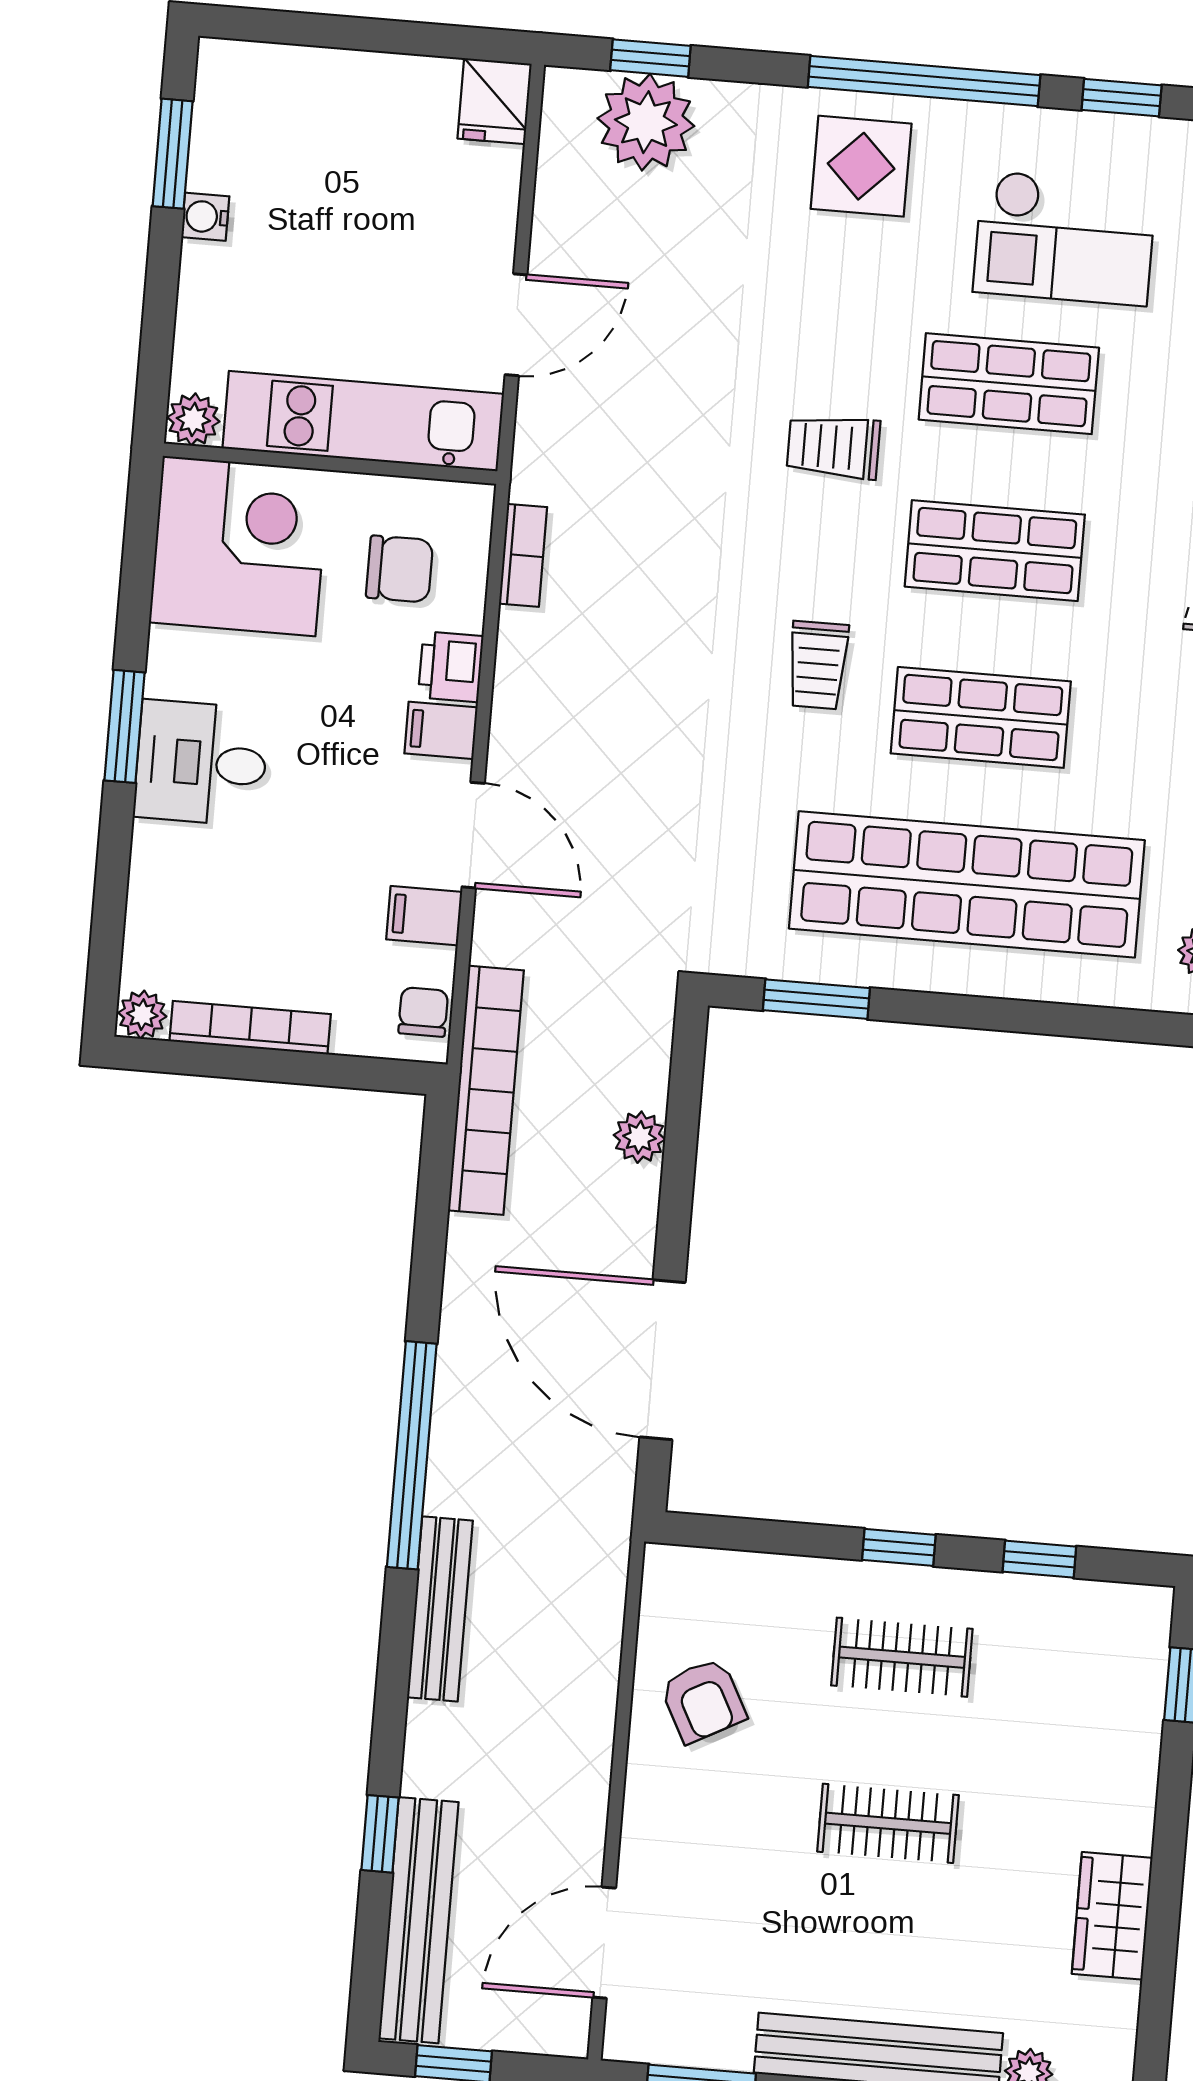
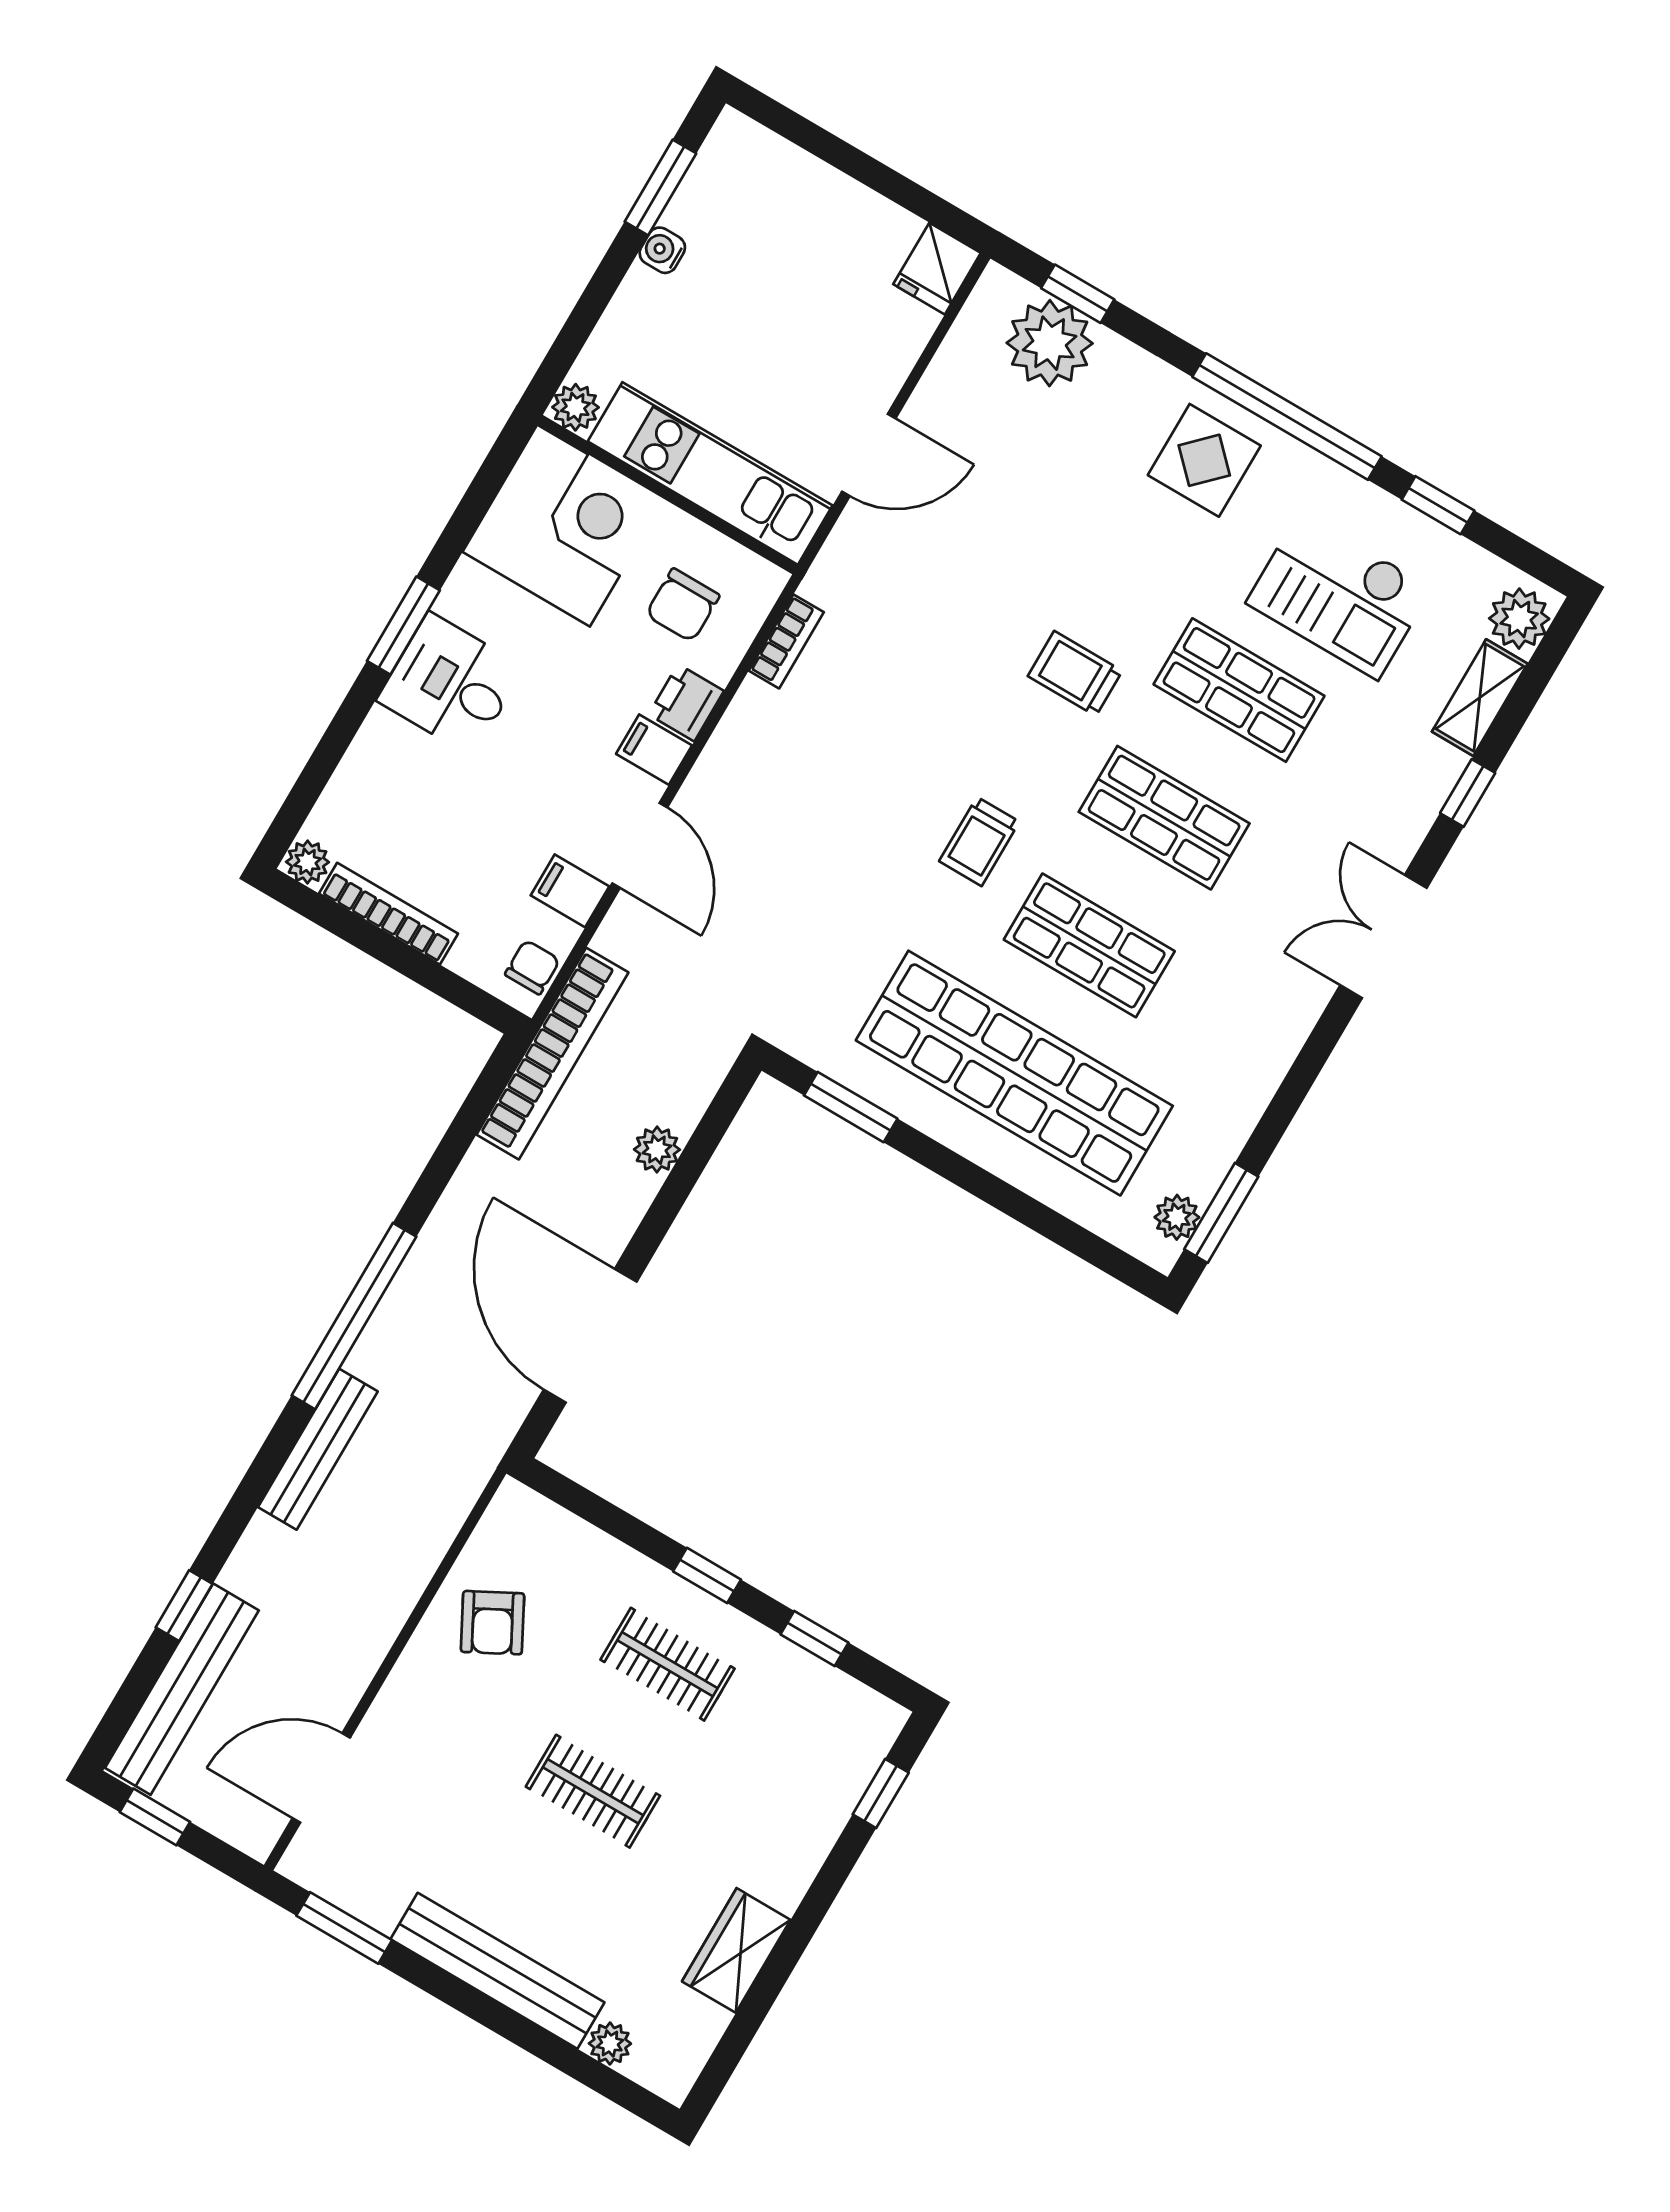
chair: (400, 569) -> (683, 605), turned 90

